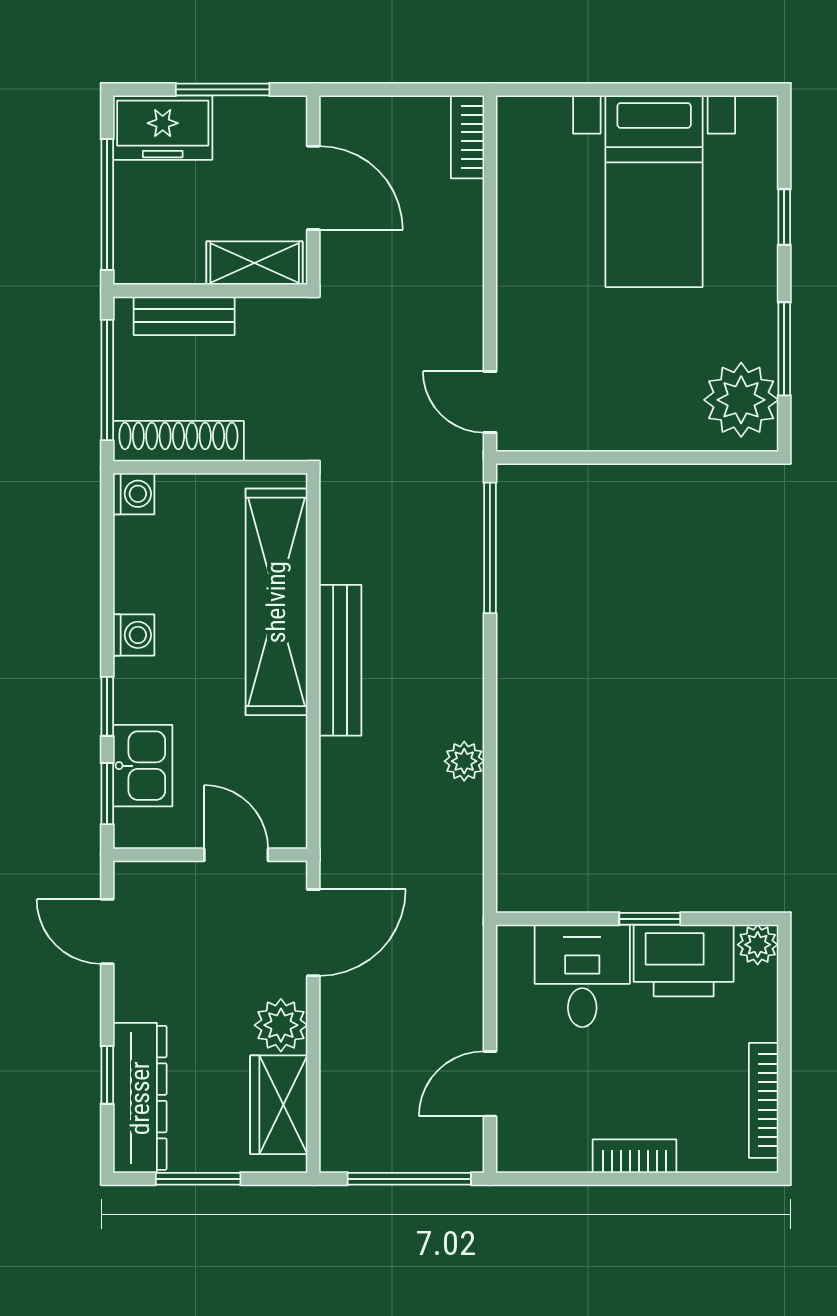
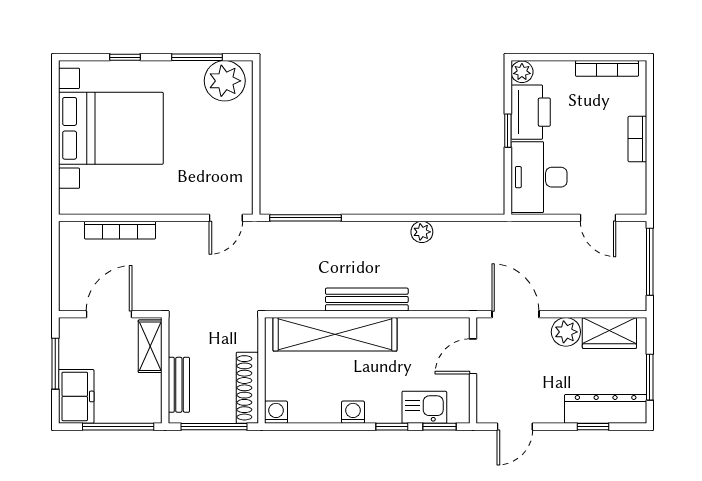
bookcase: (467, 137) -> (120, 230), moved, width x1.56
bed with nightstands: (654, 191) -> (111, 128), width x1.36
desk: (582, 976) -> (539, 177), width x1.37

